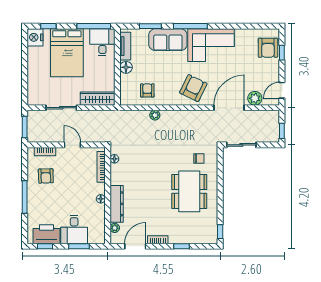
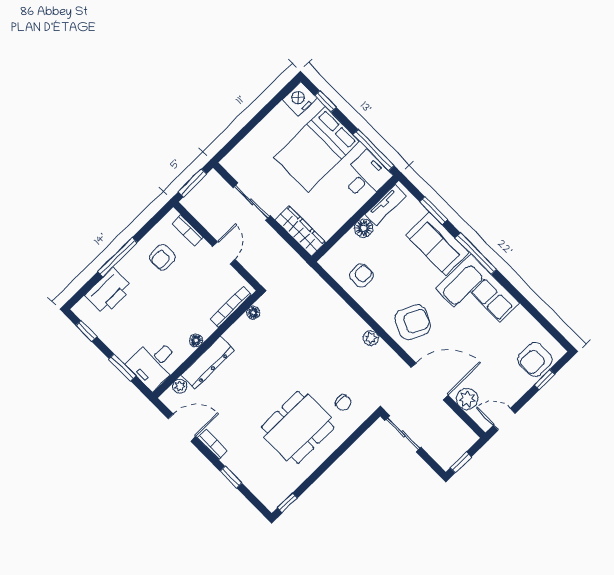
plant: (155, 115) -> (371, 338), moved
desk: (74, 229) -> (154, 363), moved
printer: (47, 234) -> (109, 291), moved, turned 90

